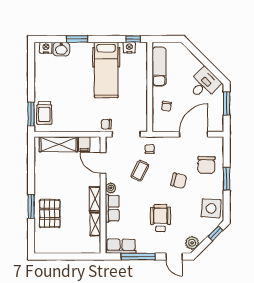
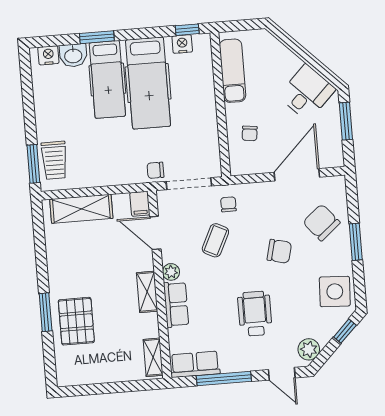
hospital bed: (81, 66) -> (107, 79), added
filing cabinet: (84, 144) -> (140, 204), moved
chair: (206, 165) -> (321, 222), turned 139
shelving: (95, 224) -> (153, 357), moved

